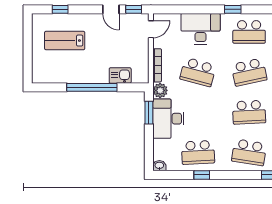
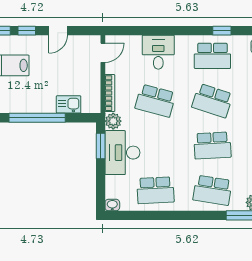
door: (111, 9) -> (58, 31), hinge flipped
window: (134, 9) -> (27, 31), moved
window: (233, 9) -> (222, 31), moved
desk: (201, 29) -> (158, 52), width x0.73
school desk: (249, 72) -> (212, 101), turned 30
window: (202, 175) -> (160, 215), removed

